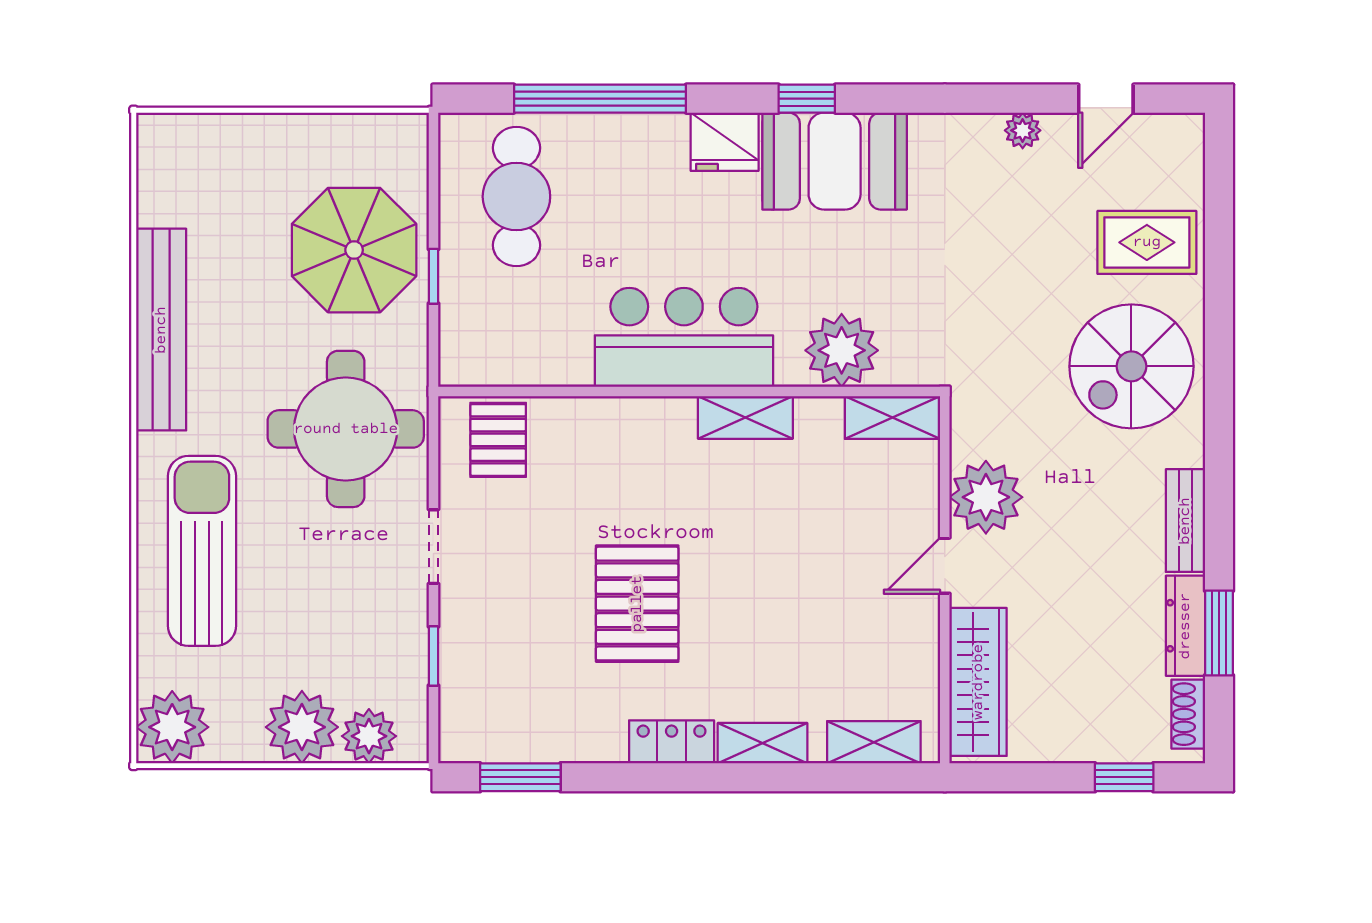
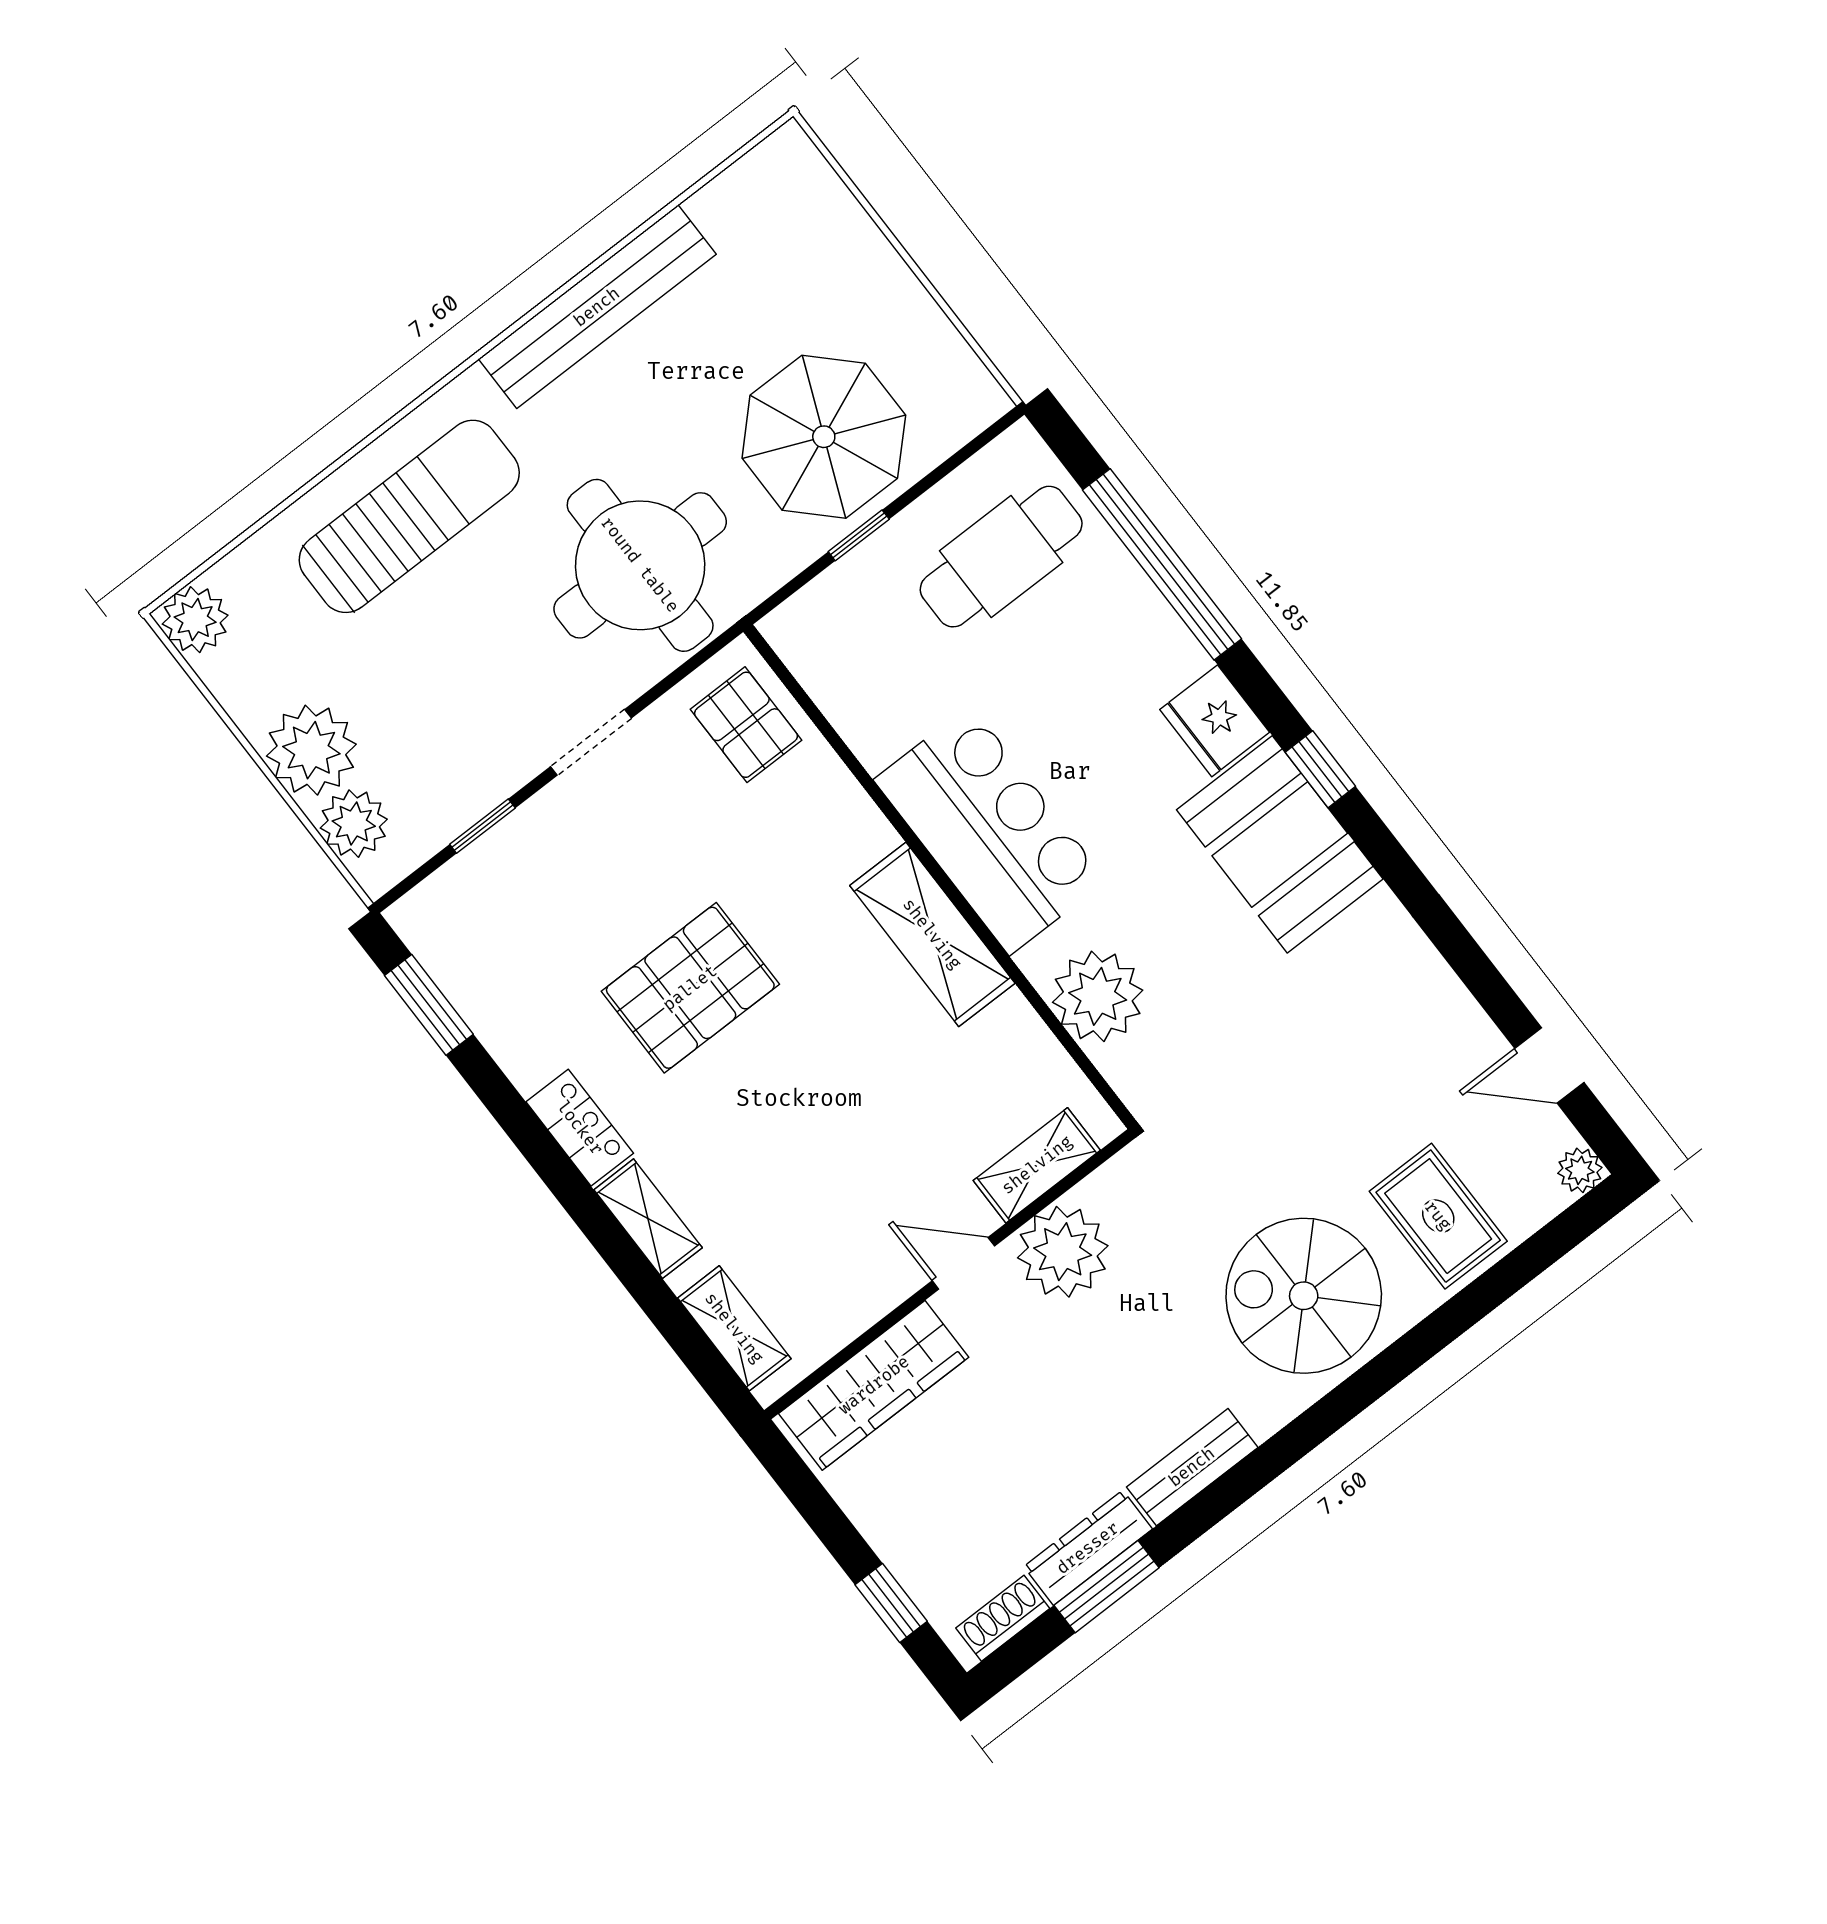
plant: (1023, 130) -> (1580, 1170), moved
shelving: (745, 417) -> (932, 934), width x1.50, depth x1.33
shelving: (892, 418) -> (1037, 1165), moved, turned 90
pallet: (498, 440) -> (746, 725), turned 90
plant: (172, 727) -> (195, 620), width x0.73, depth x0.73

